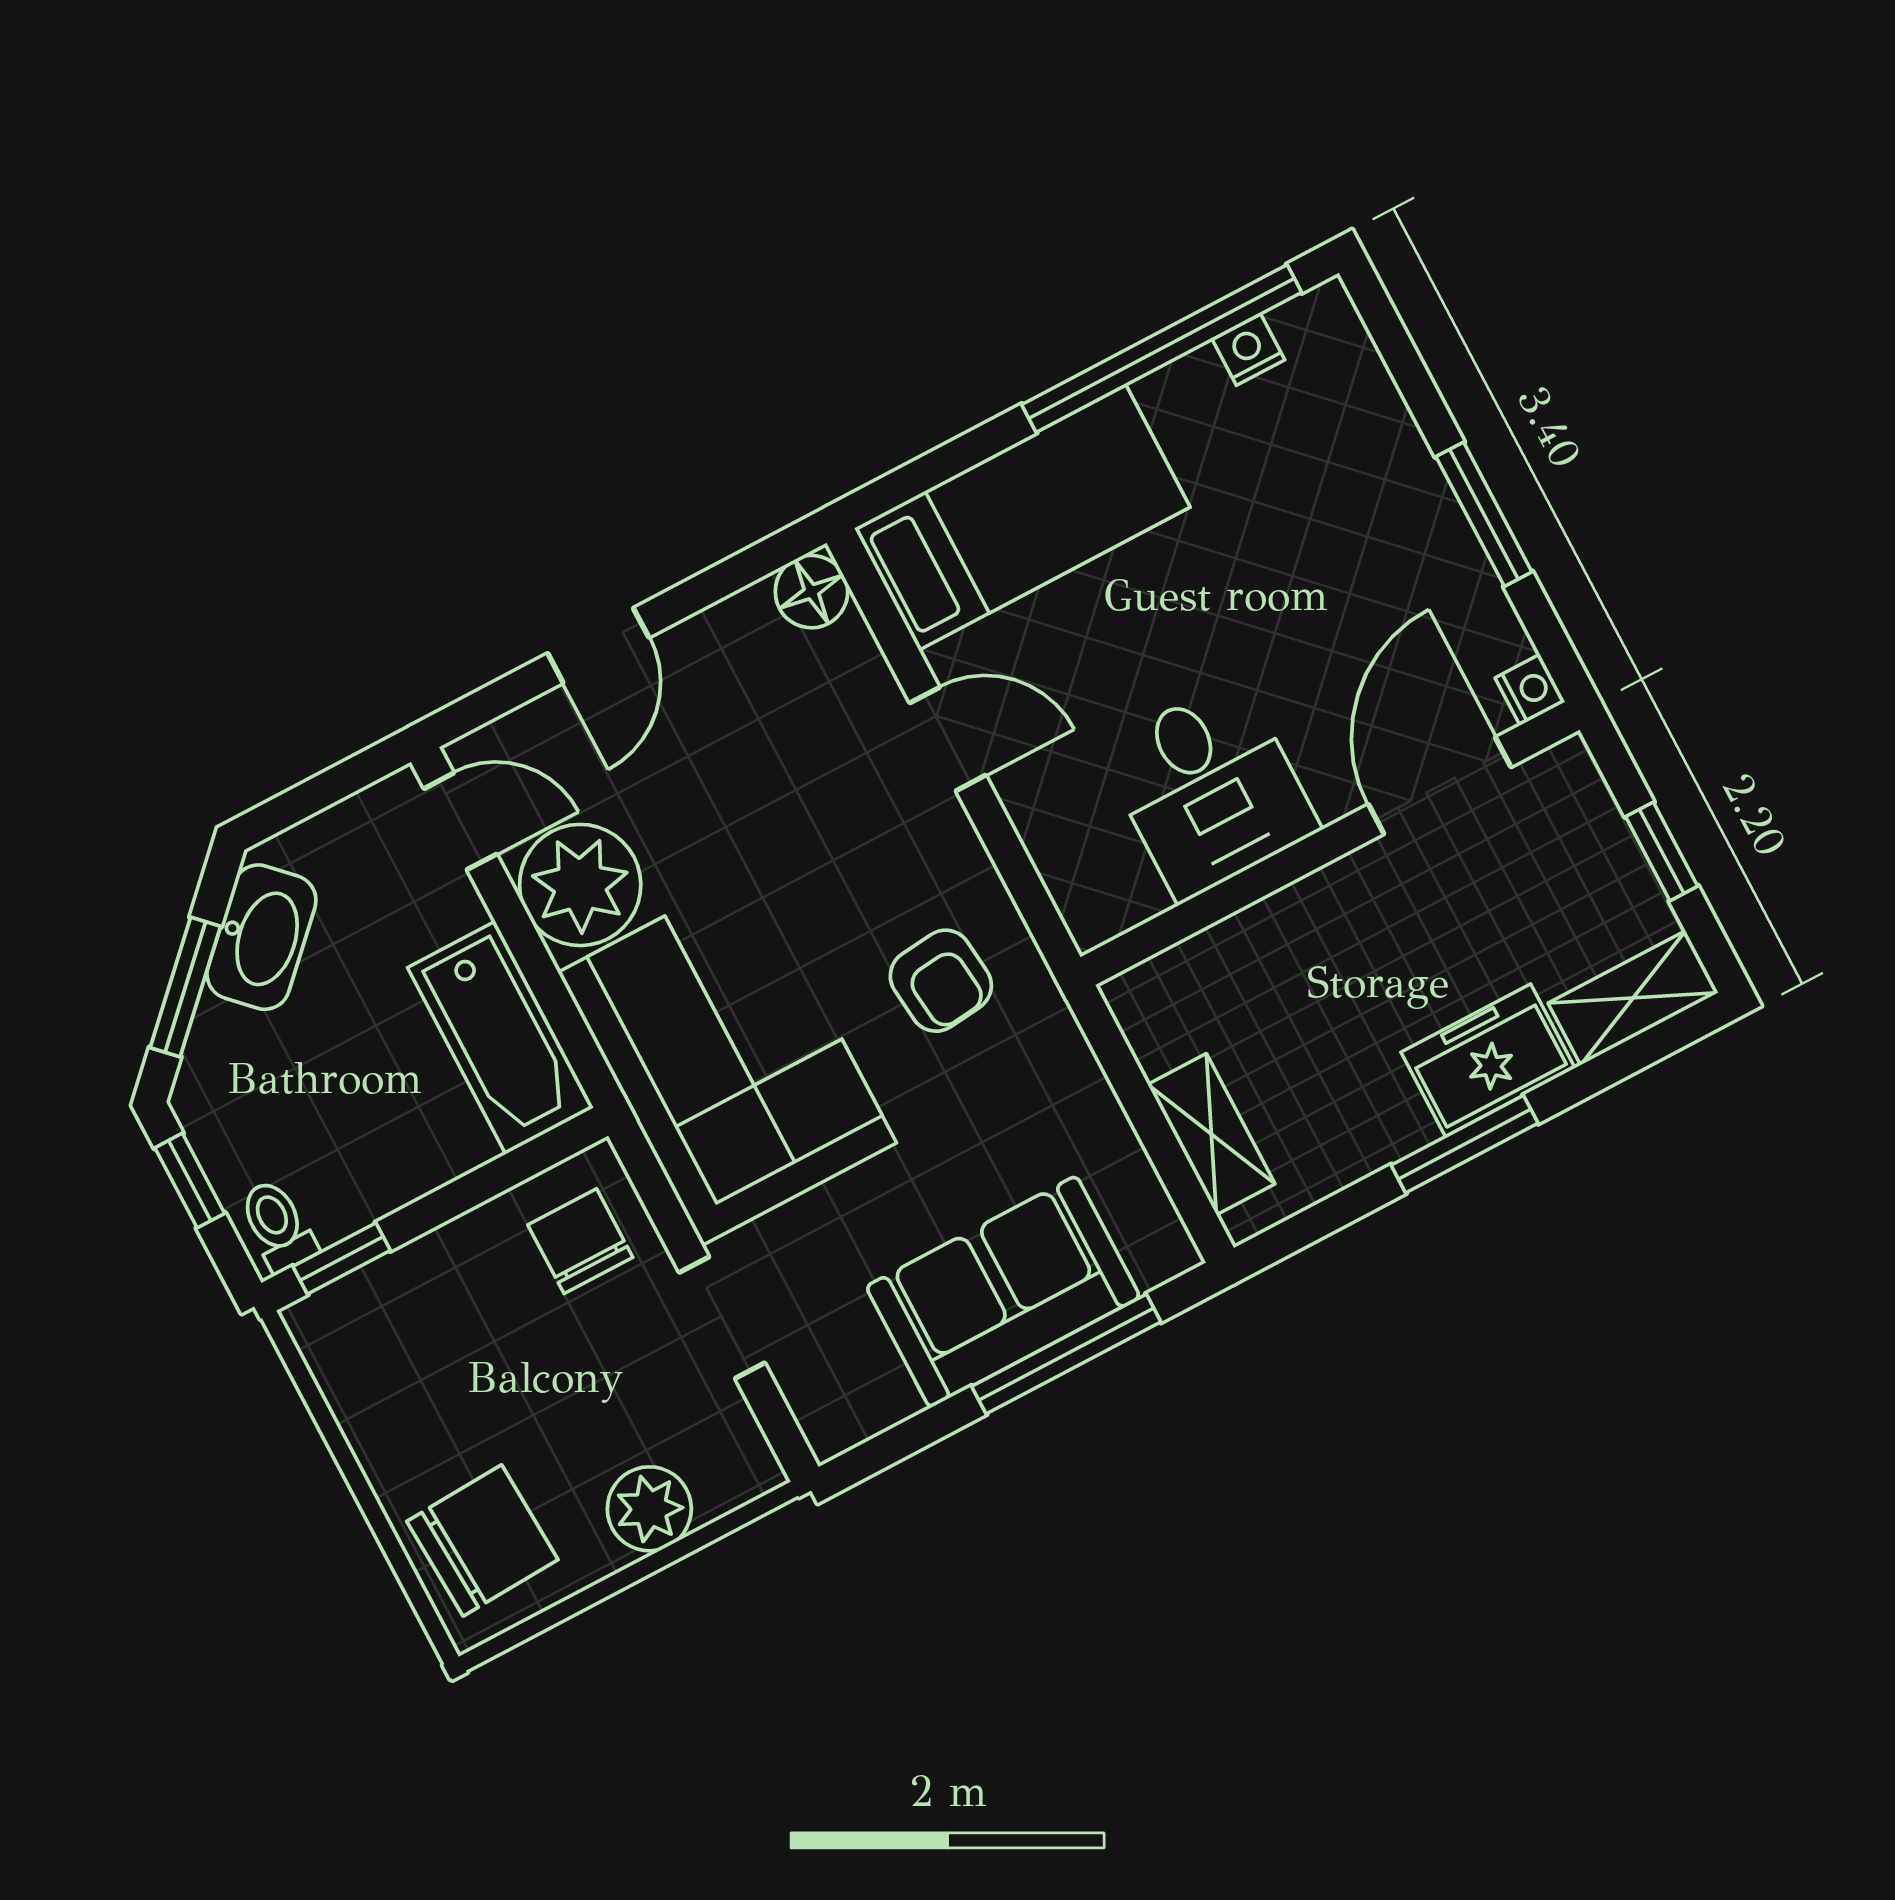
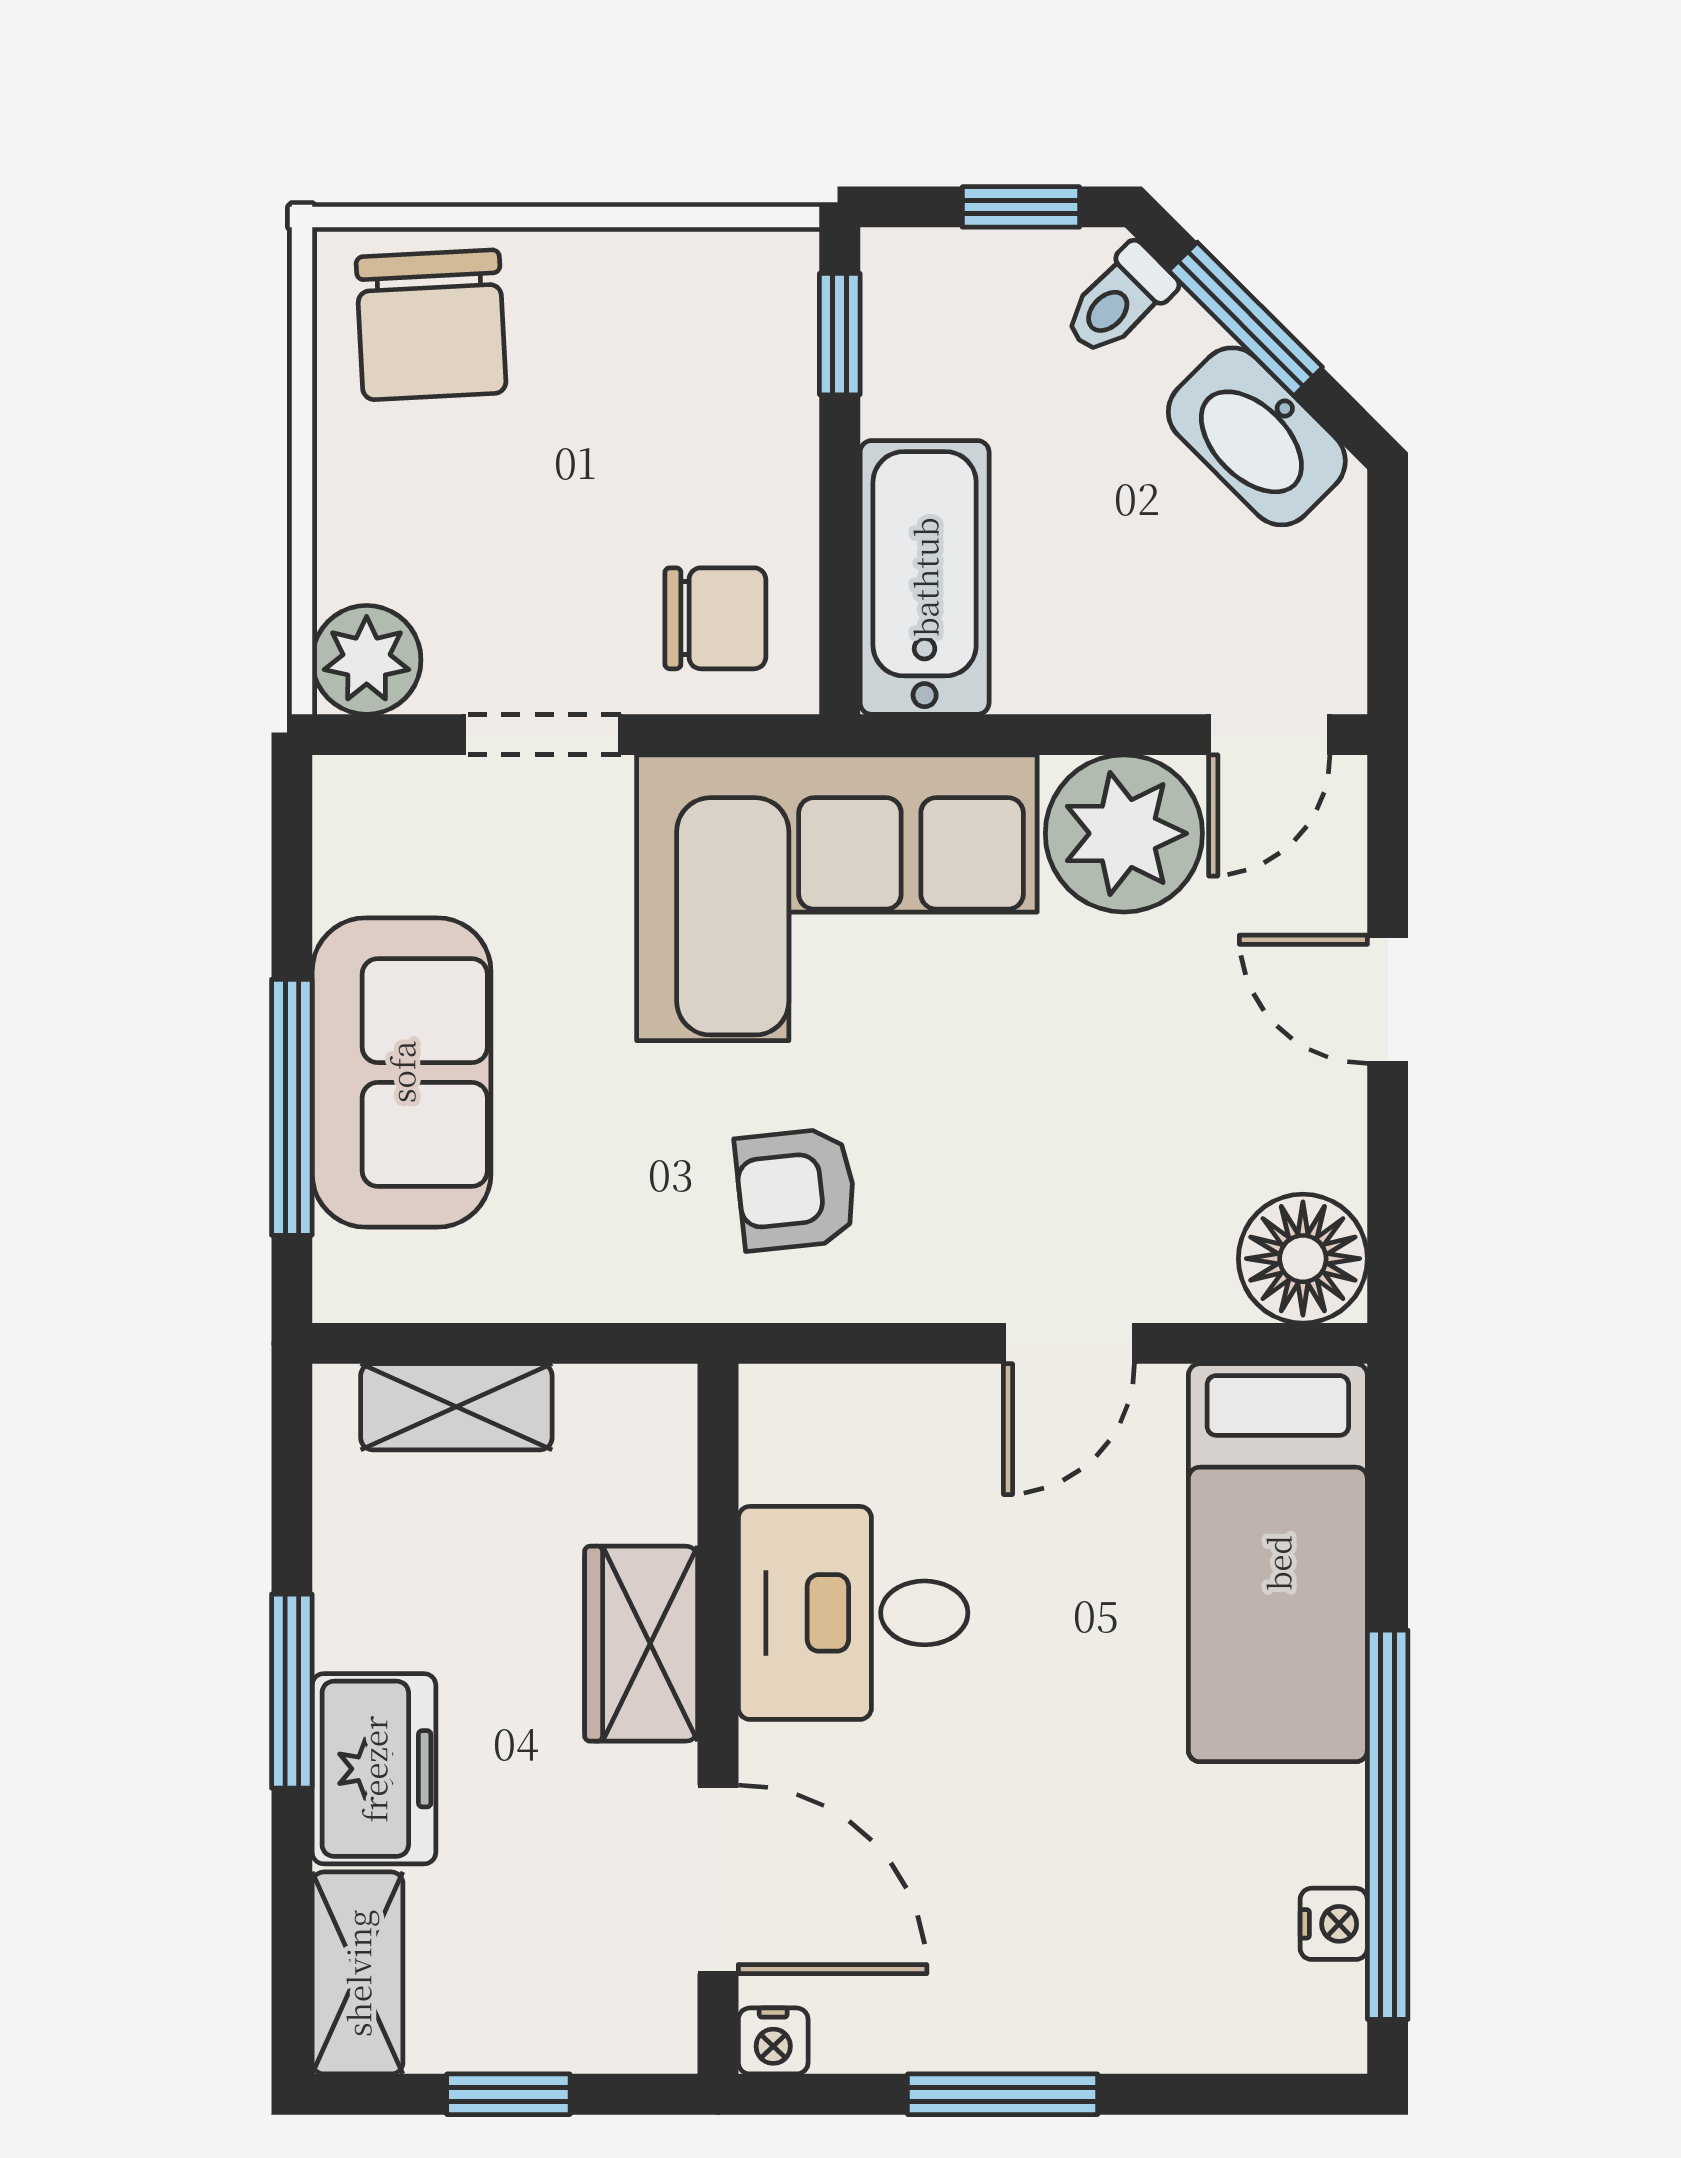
floor lamp: (811, 592) -> (1303, 1259), width x1.38, depth x1.38
wardrobe: (1306, 923) -> (641, 1644), added
bathtub: (501, 1038) -> (925, 577), moved, turned 90
toilet: (278, 1226) -> (1119, 300), moved, turned 135
plant: (649, 1509) -> (367, 660), moved

